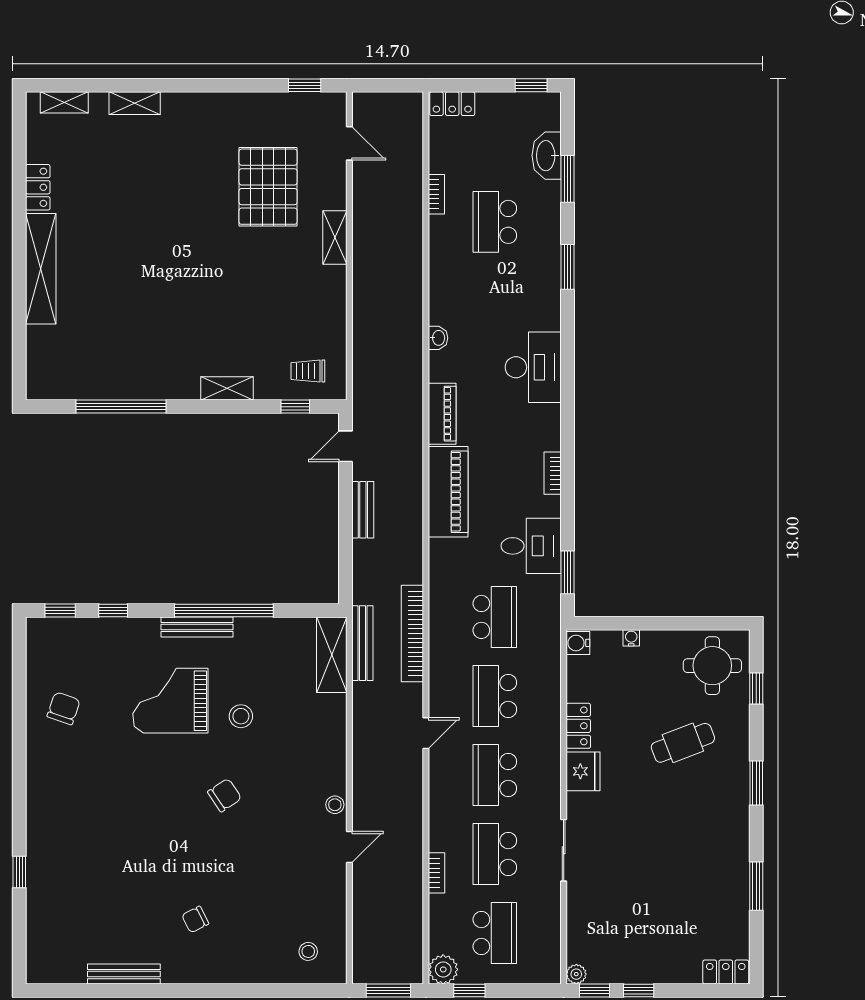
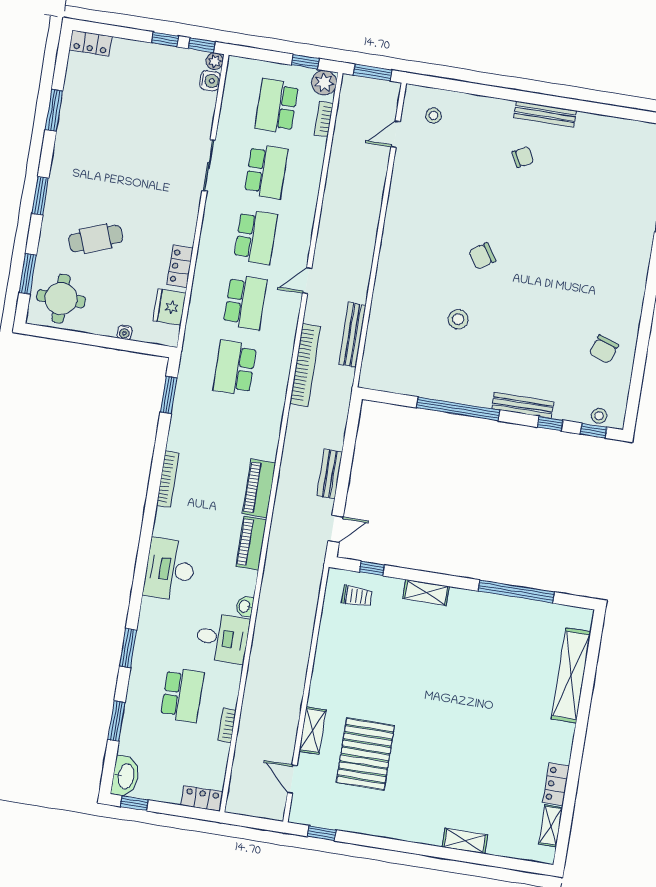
shelving: (64, 102) -> (551, 826), moved, turned 90
washbasin: (547, 156) -> (125, 776), moved
shelving: (335, 238) -> (312, 730), moved
shelving: (41, 269) -> (571, 675), moved
bookcase: (553, 473) -> (168, 479), width x1.56
piano: (448, 492) -> (259, 488), width x0.73, depth x0.75
desk: (531, 546) -> (222, 638), moved, turned 180
bench: (197, 627) -> (523, 405), moved
bench: (362, 643) -> (352, 335), moved
water cooler: (578, 643) -> (210, 81), moved
shelving: (332, 655) -> (375, 358), removed
window: (756, 689) -> (28, 274), width x1.50
grand piano: (170, 701) -> (514, 341), removed
fridge: (583, 771) -> (169, 307), moved
stool: (335, 805) -> (599, 416), moved
door: (349, 847) -> (396, 134), moved
bookcase: (437, 873) -> (324, 119), moved
bench: (124, 974) -> (545, 114), moved

